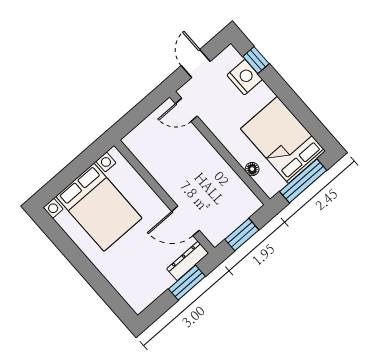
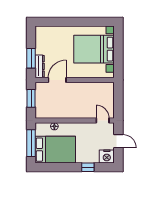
window: (256, 60) -> (88, 167), moved
nightstand: (245, 77) -> (107, 156), moved
door: (186, 110) -> (103, 120), hinge flipped

